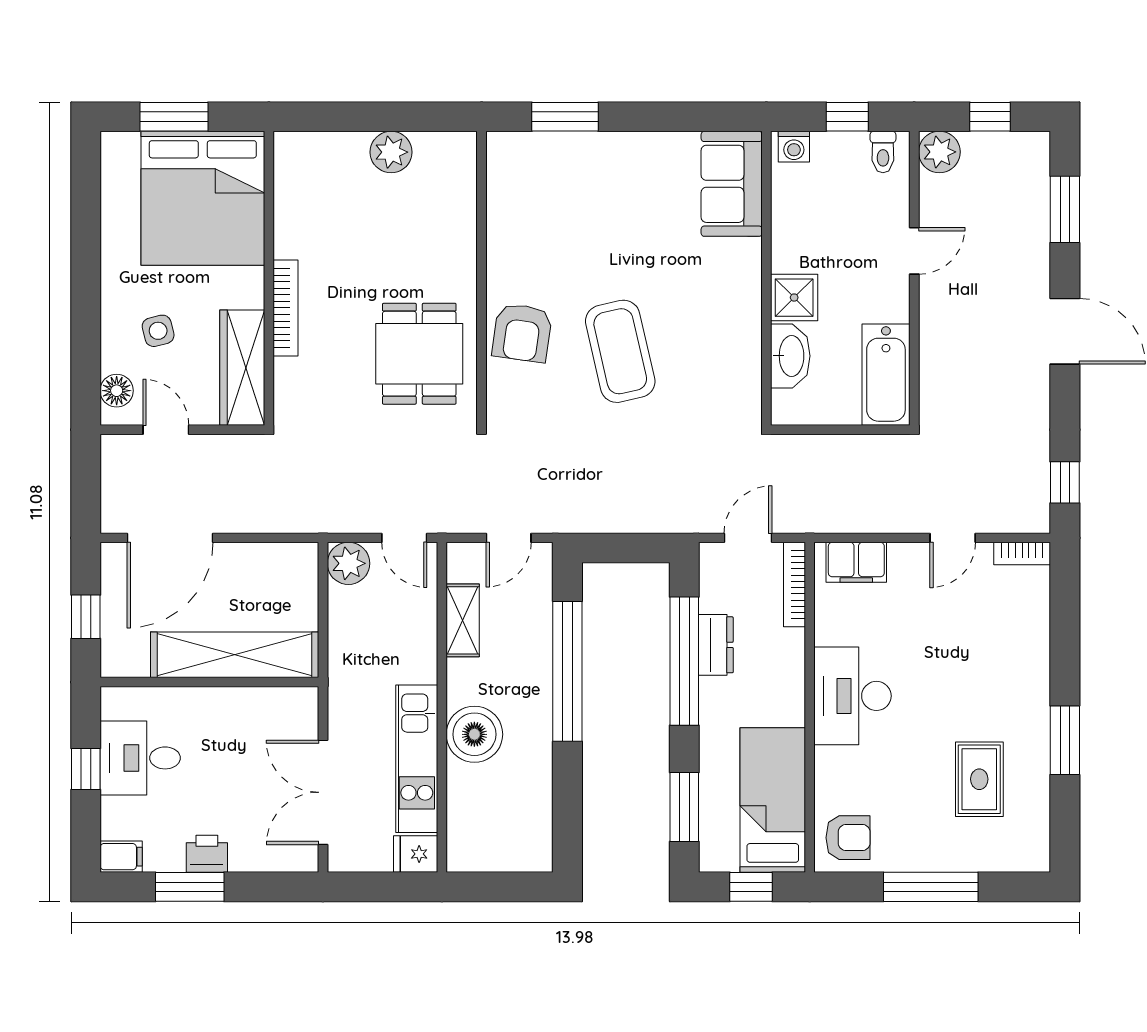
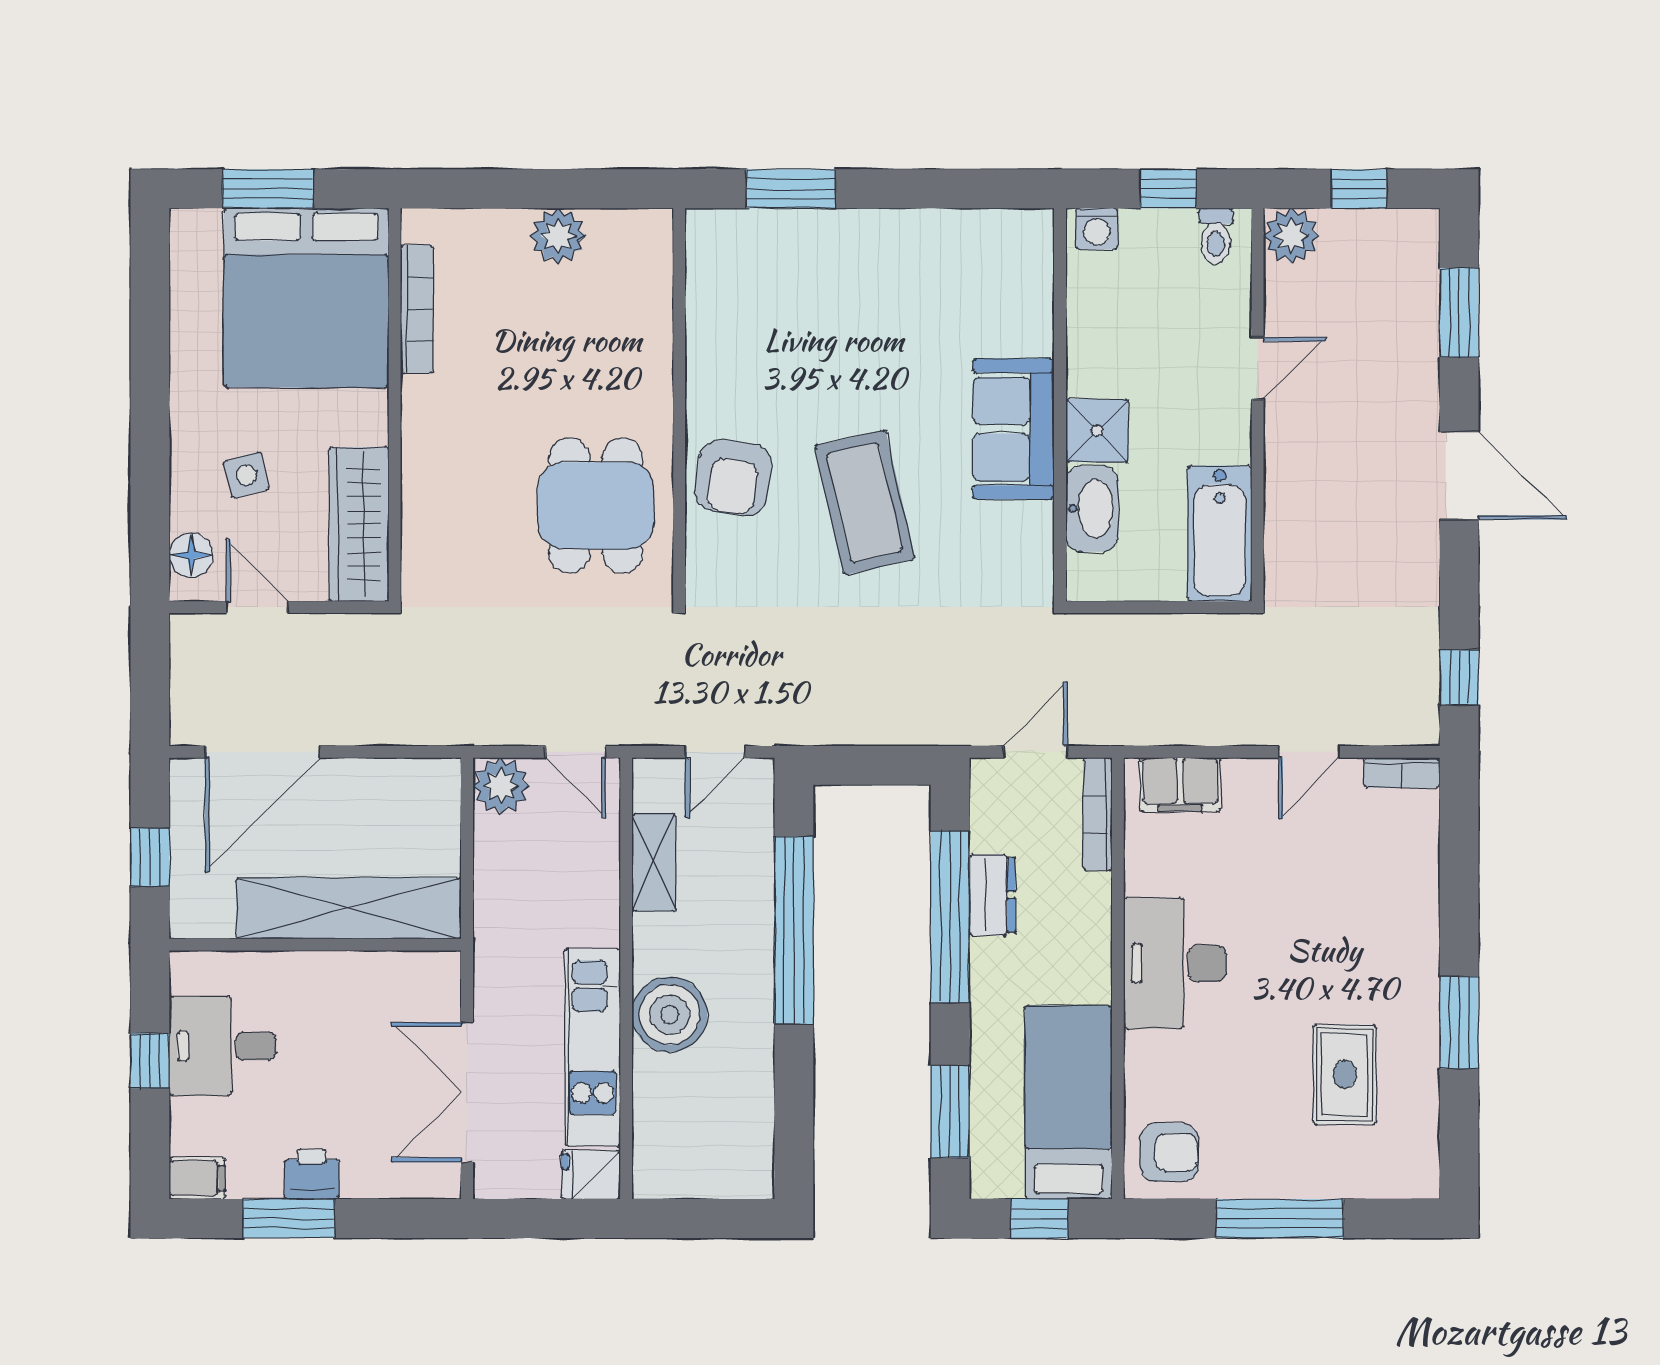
sofa: (732, 184) -> (1014, 429), moved
bookcase: (285, 308) -> (417, 309), moved

